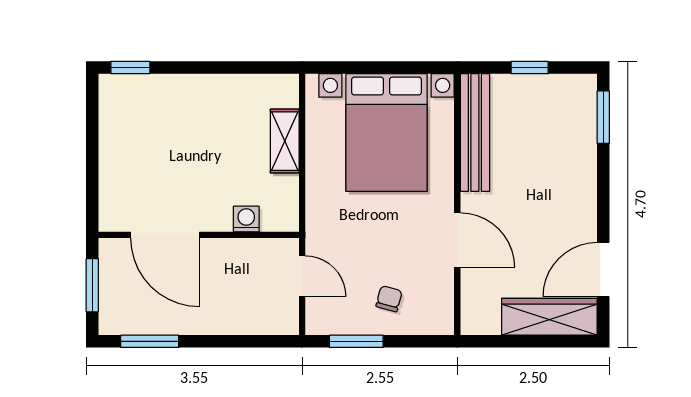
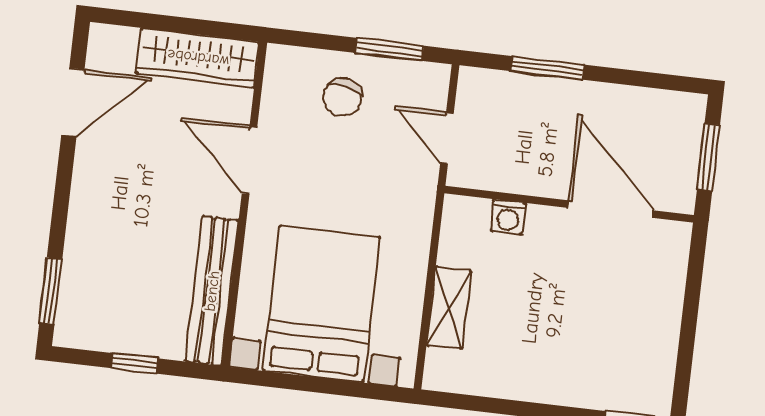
chair: (389, 299) -> (343, 97), width x1.37, depth x1.37
wardrobe: (549, 317) -> (198, 58), moved
window: (150, 341) -> (547, 68), moved

